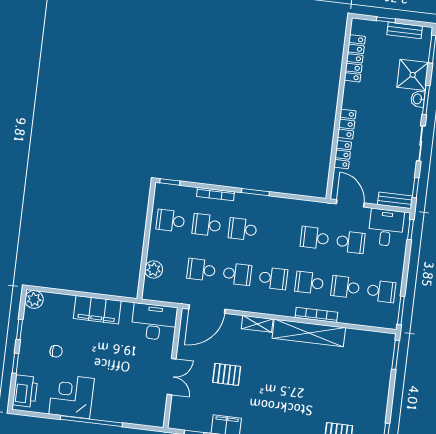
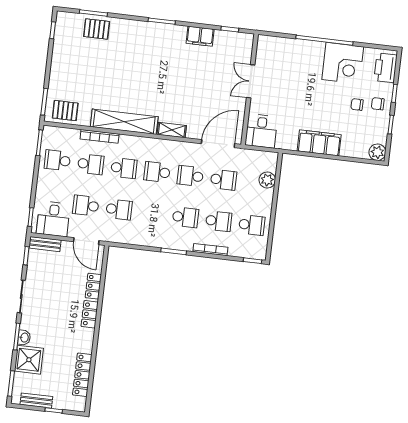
bookcase: (316, 315) -> (100, 136), moved
desk: (154, 322) -> (261, 131), width x0.73
chair: (34, 352) -> (378, 104), added
pallet: (227, 374) -> (65, 111), moved

